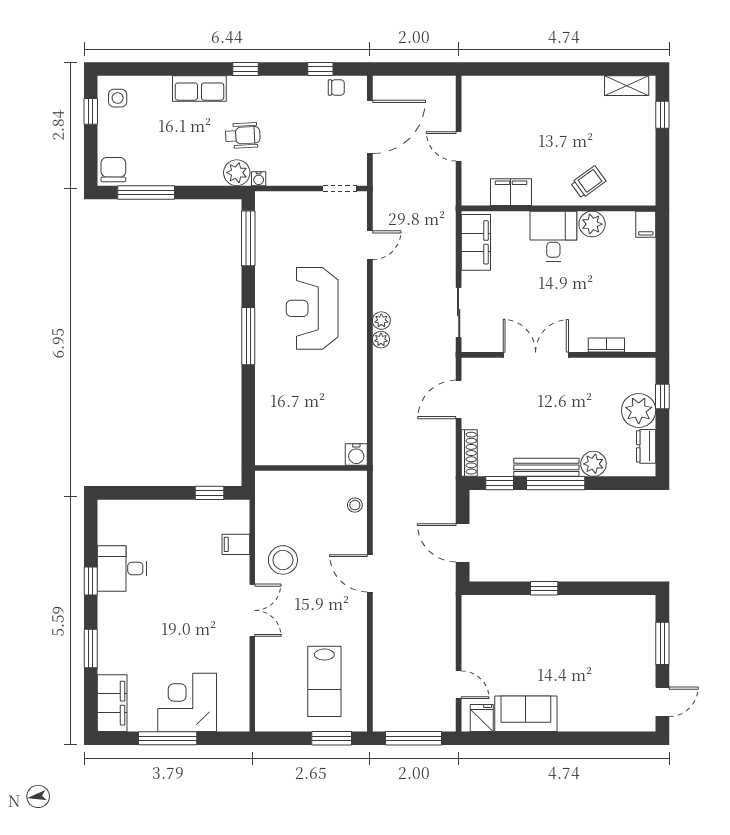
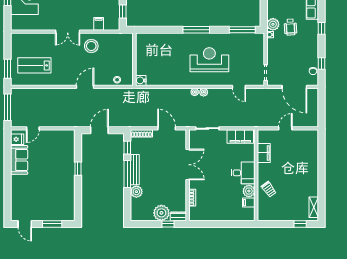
filing cabinet: (646, 224) -> (249, 203), moved
dresser: (646, 446) -> (178, 216), moved

